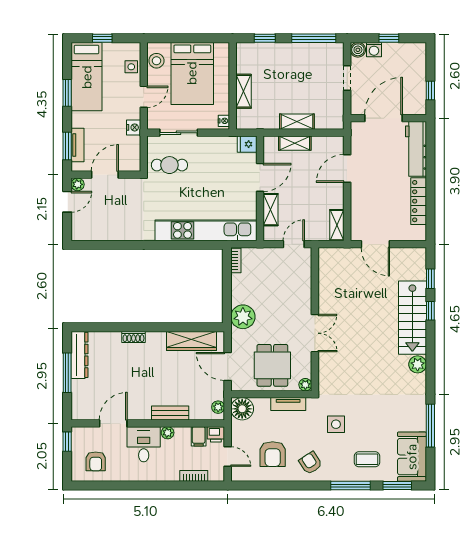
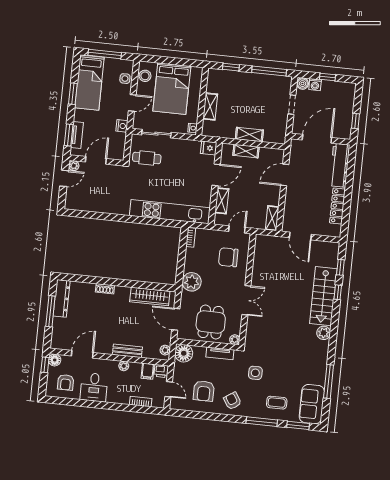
window: (102, 38) -> (105, 54), width x2.17
chair: (286, 281) -> (228, 257), added
floor lamp: (79, 434) -> (55, 360), added
desk: (144, 444) -> (94, 387), moved, turned 180

